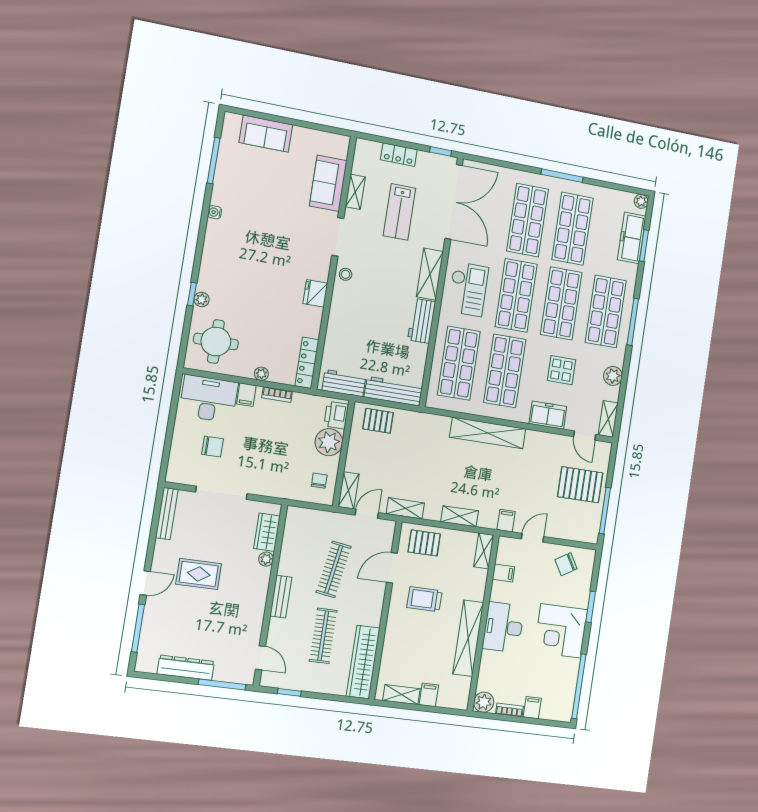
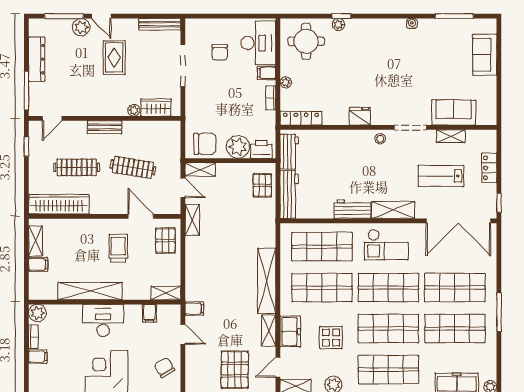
chair: (319, 481) -> (205, 144), width x1.87, depth x1.87
shelving: (460, 516) -> (269, 330), moved
plant: (155, 609) -> (81, 27), added

